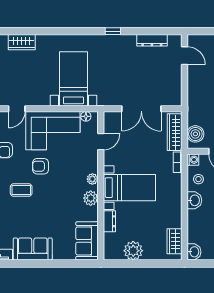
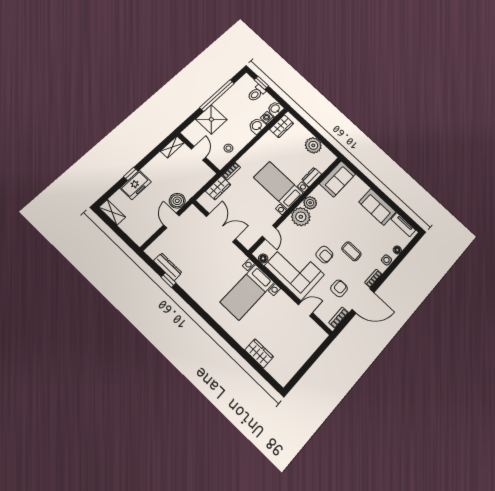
window: (113, 31) -> (168, 280), moved
door: (184, 56) -> (171, 220), moved
wardrobe: (175, 132) -> (218, 188), width x0.67
boiler: (195, 134) -> (177, 201), moved
door: (101, 142) -> (269, 232), swing flipped
washing machine: (193, 160) -> (267, 118), moved
plant: (92, 179) -> (301, 217), width x1.87, depth x1.87
washbasin: (194, 200) -> (257, 126), moved

